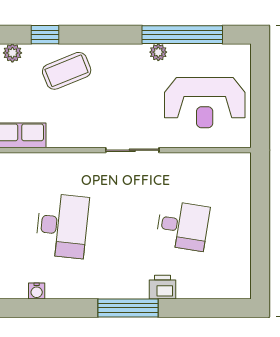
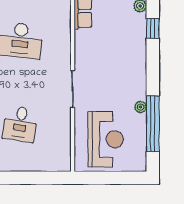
coffee table: (67, 71) -> (128, 43), removed
reception desk: (205, 103) -> (106, 139), turned 180

